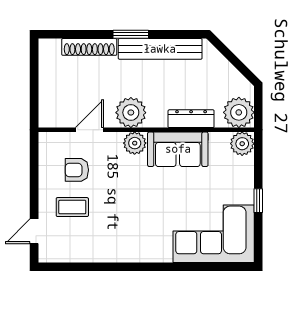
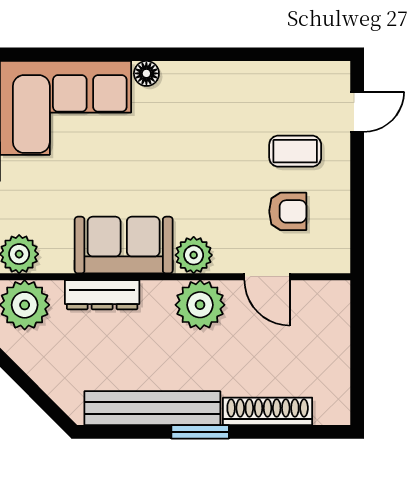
door: (89, 130) -> (267, 277), hinge flipped
floor lamp: (164, 255) -> (146, 73), added

